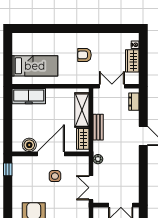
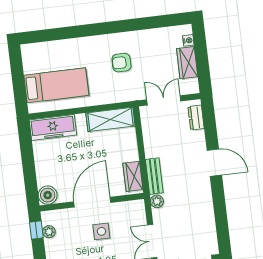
shelving: (82, 110) -> (111, 119), moved, turned 90
bench: (98, 127) -> (154, 176), moved
boiler: (29, 145) -> (48, 195), moved
plant: (17, 172) -> (49, 232), added

